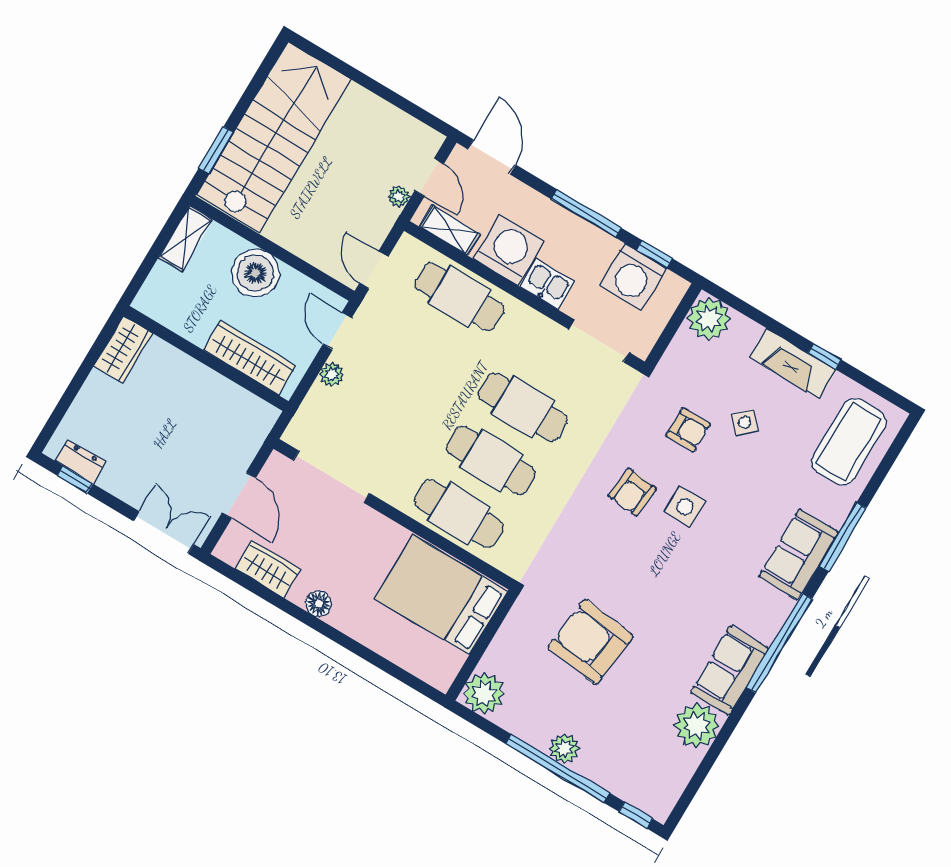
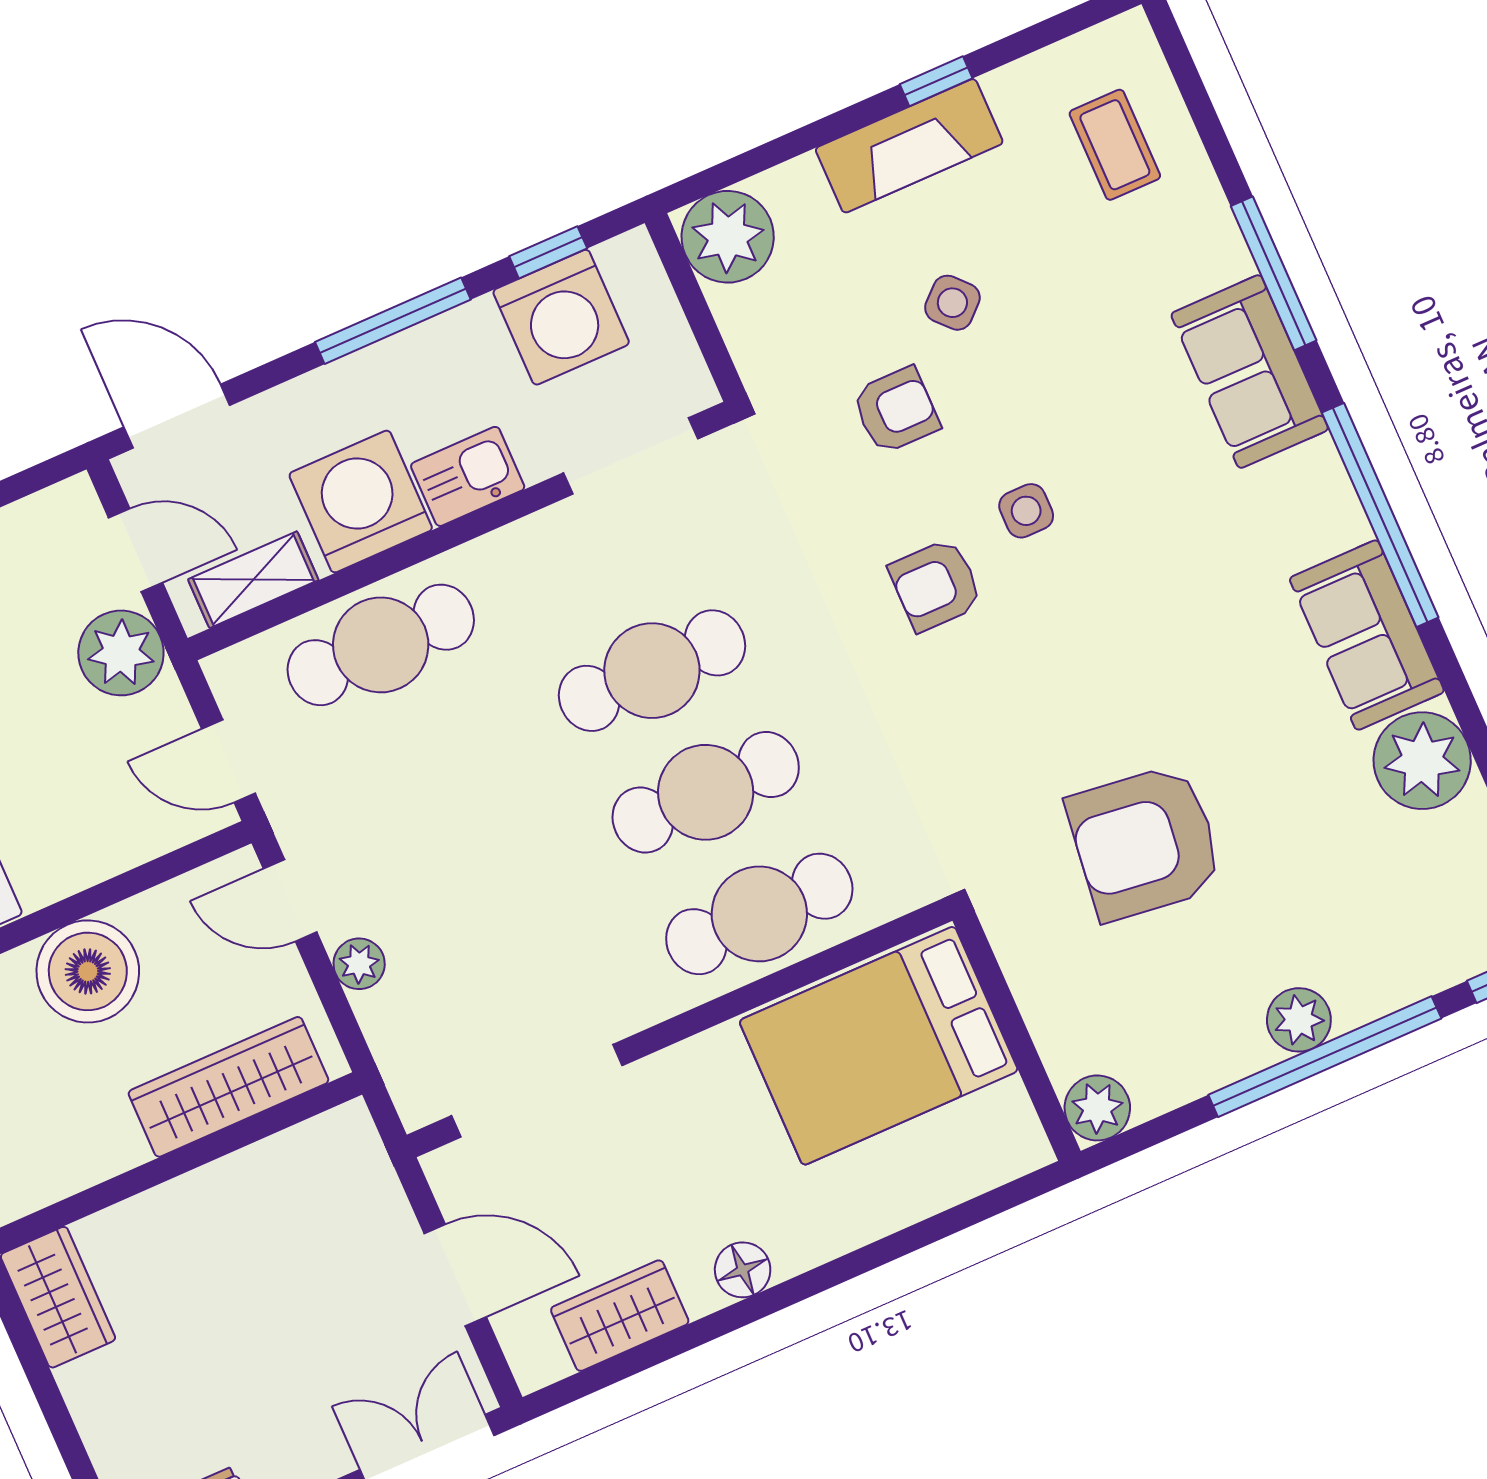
plant: (399, 196) -> (121, 653), width x1.87, depth x1.87
coffee table: (849, 442) -> (1115, 145), width x0.54, depth x0.58
armchair: (632, 492) -> (936, 585), turned 84
side table: (685, 507) -> (1026, 511), width x0.73, depth x0.73
plant: (484, 693) -> (1097, 1108), width x0.73, depth x0.73

